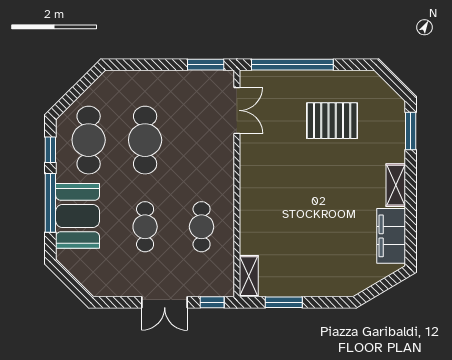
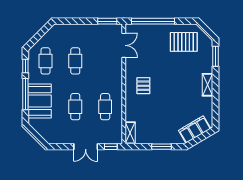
pallet: (332, 121) -> (184, 42), moved
cafe table: (89, 140) -> (45, 61), width x0.73, depth x0.74
cafe table: (145, 140) -> (75, 61), width x0.73, depth x0.74
pallet: (274, 187) -> (143, 86), added
filing cabinet: (391, 236) -> (195, 129), moved, turned 59
window: (284, 302) -> (162, 147), moved

